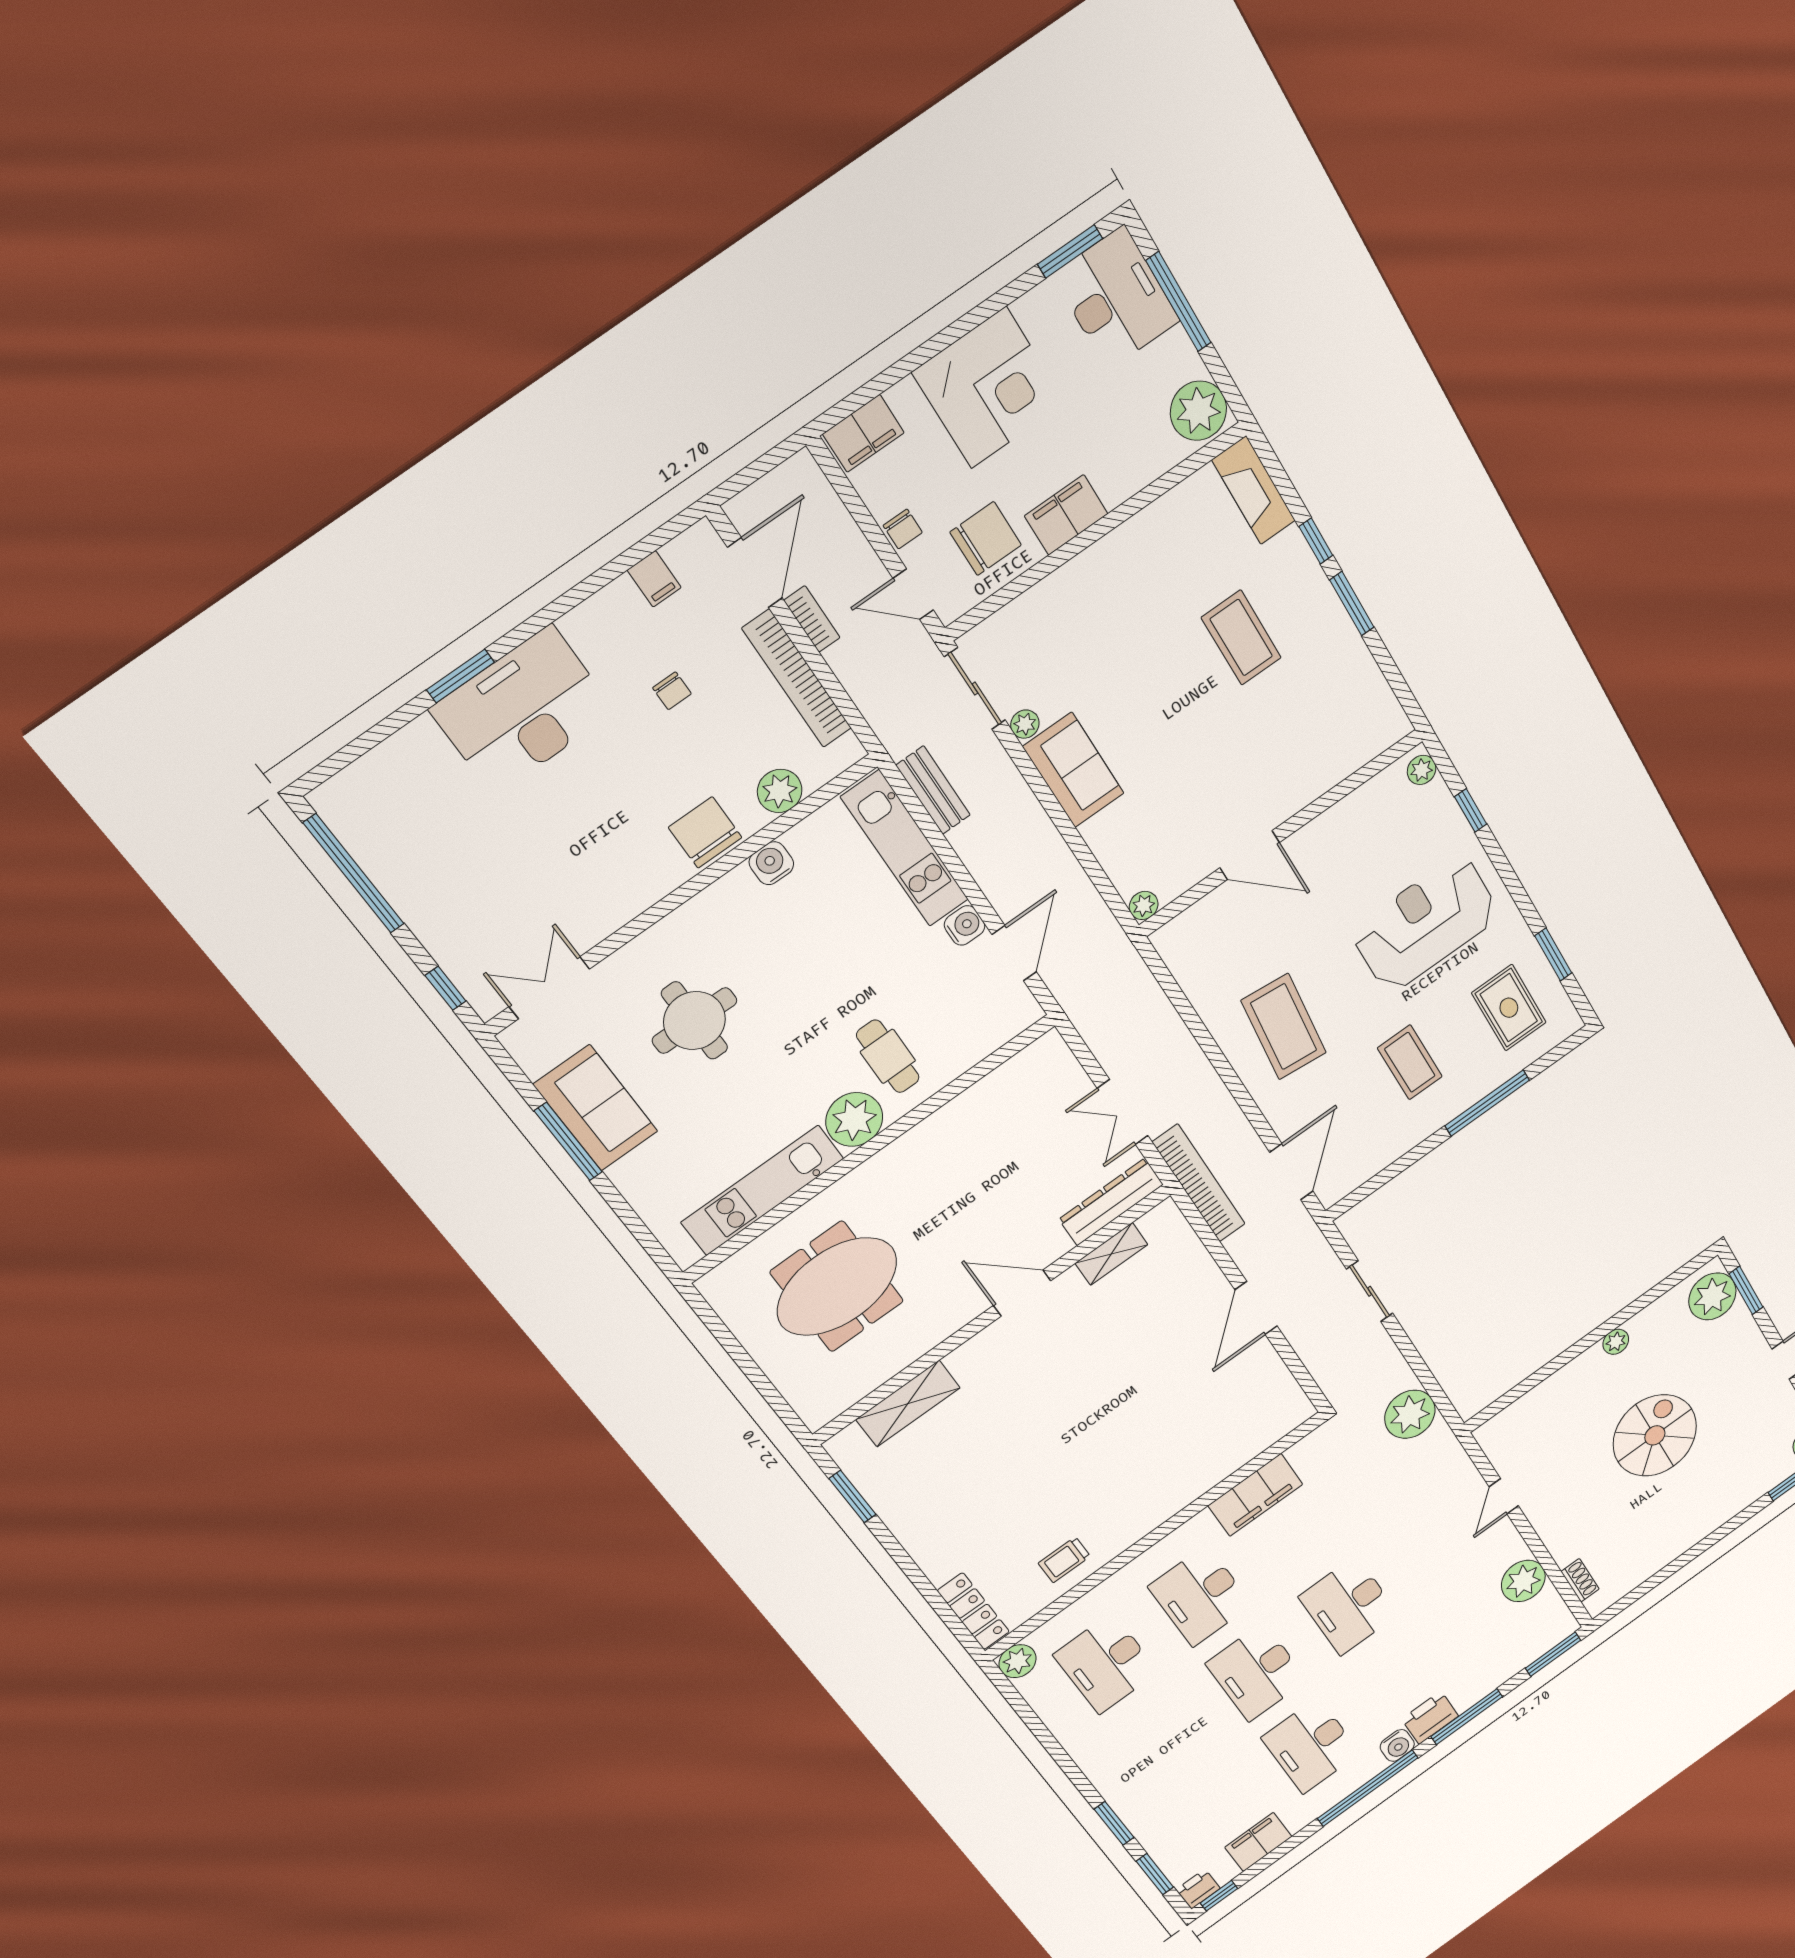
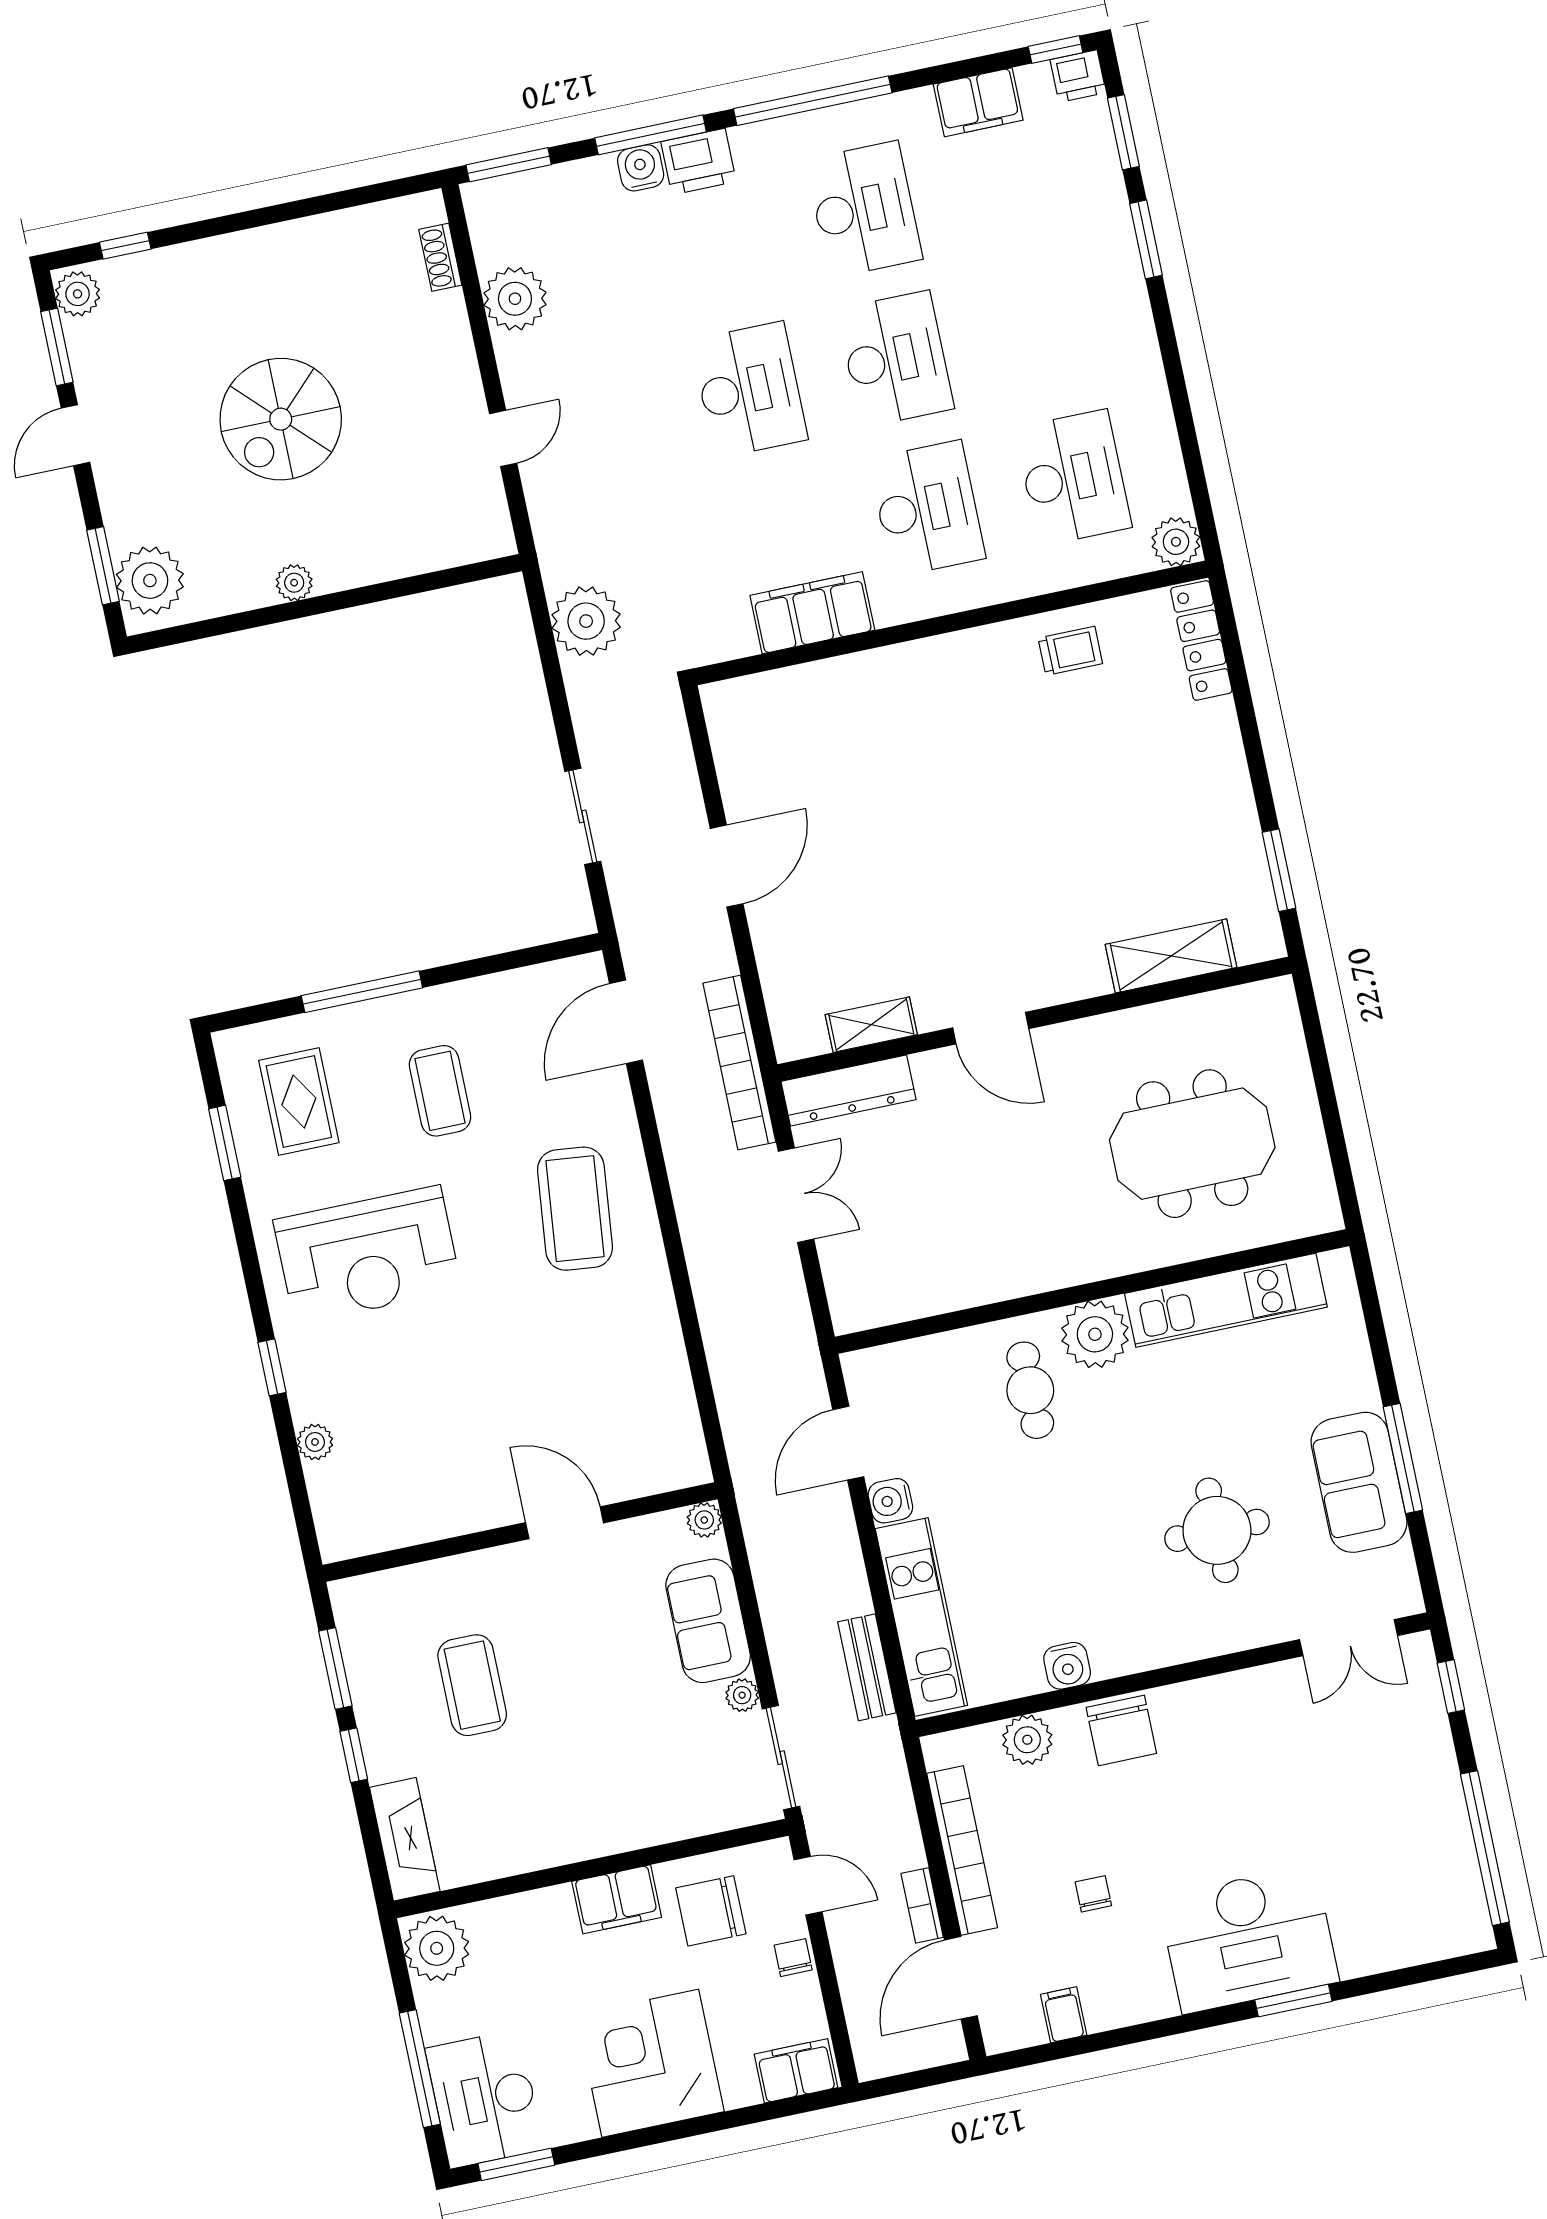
wall: (1281, 833) -> (520, 1532), moved
door: (1250, 855) -> (565, 1523), moved
plant: (1144, 905) -> (704, 1520), moved
water cooler: (1397, 1745) -> (641, 168), moved

